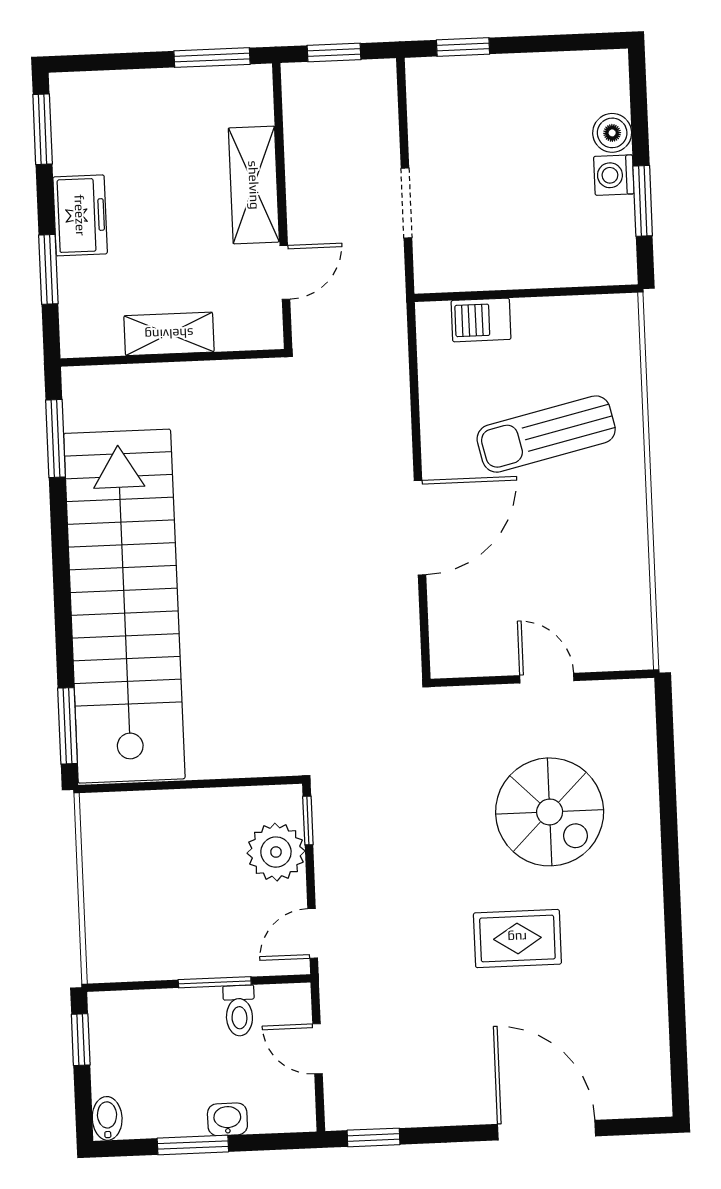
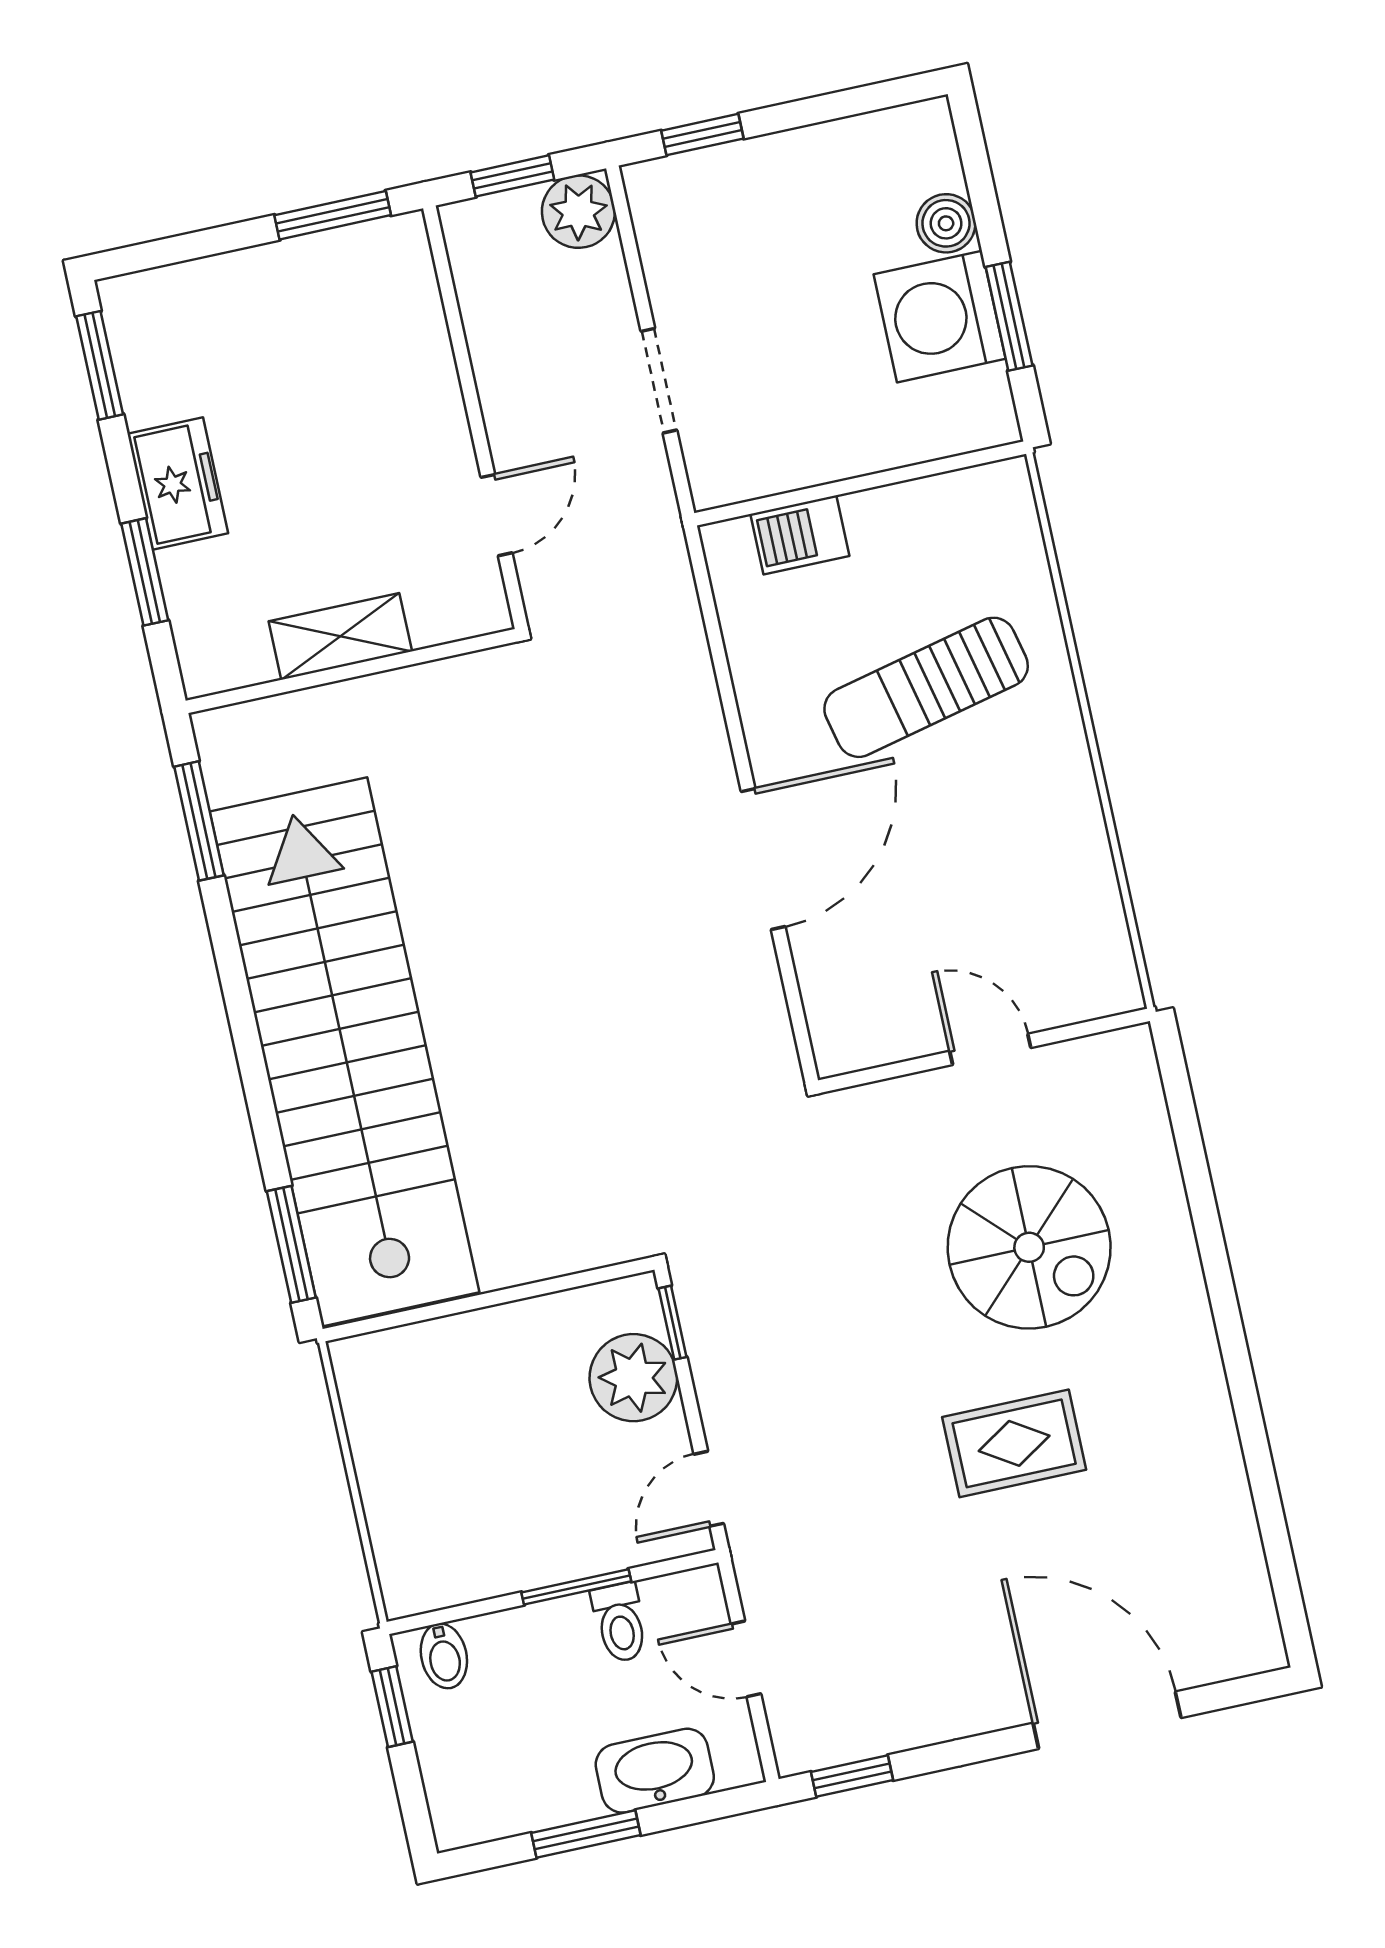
plant: (373, 83) -> (578, 212), added
washing machine: (614, 175) -> (940, 317), width x1.89, depth x1.89
shelving: (254, 185) -> (428, 393), removed
bidet: (107, 1118) -> (444, 1656), moved, turned 180
washbasin: (227, 1119) -> (655, 1771), width x1.91, depth x1.45

